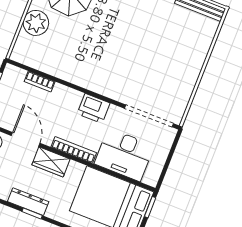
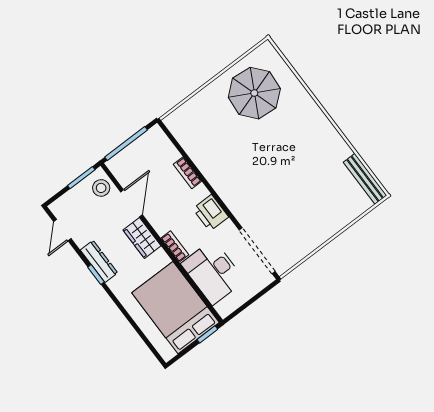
plant: (36, 23) -> (206, 103), removed
bookcase: (40, 82) -> (187, 173), moved
bookcase: (74, 150) -> (175, 246), width x0.64

